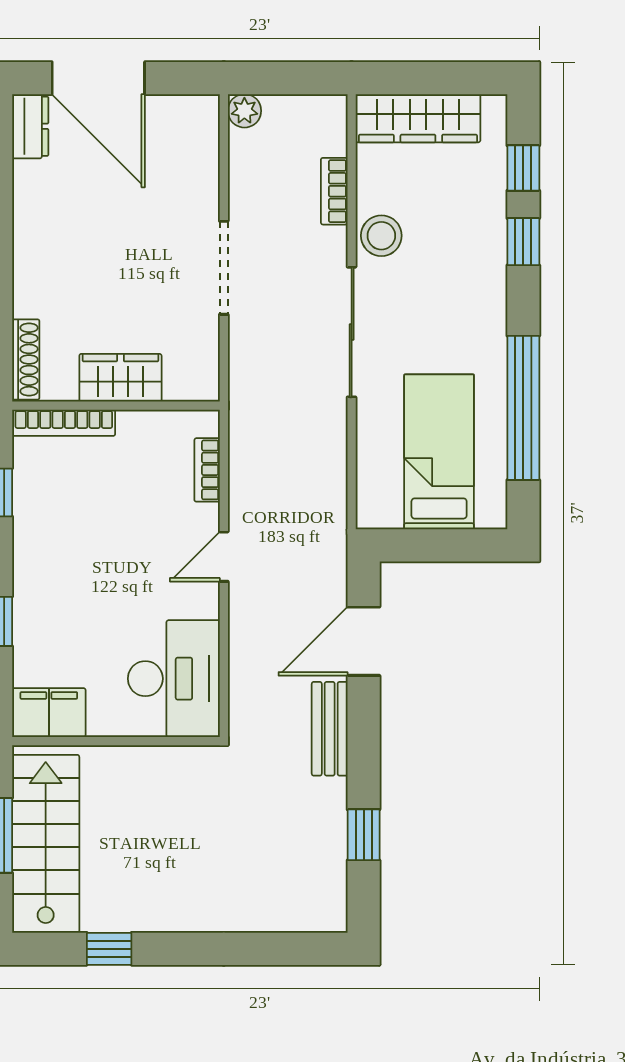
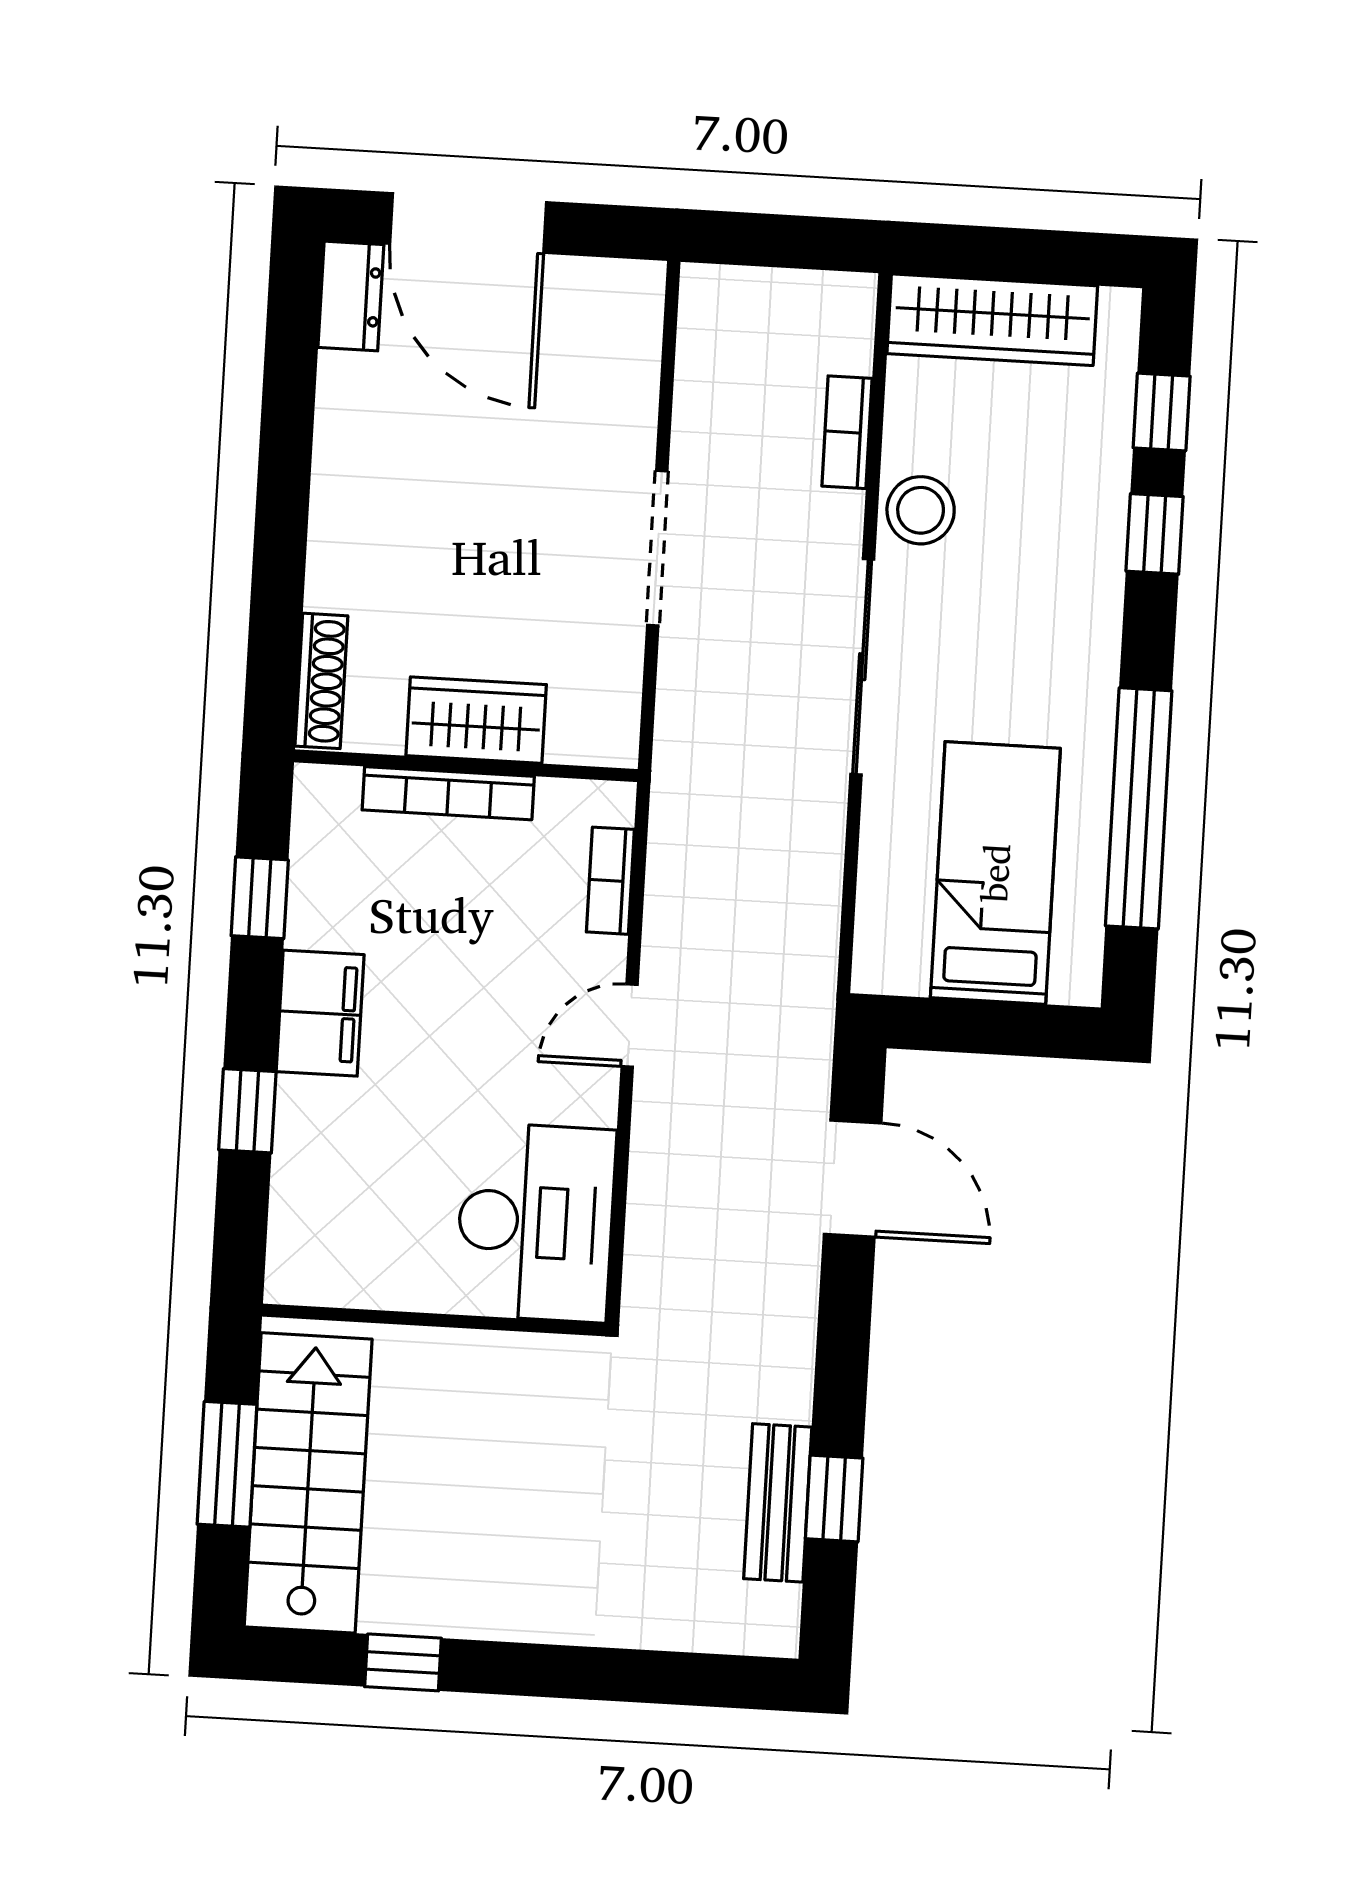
plant: (244, 111) -> (706, 291), removed
bookcase: (64, 423) -> (448, 793), moved
door: (364, 641) -> (853, 1179), swing flipped
filing cabinet: (49, 713) -> (320, 1013), moved, turned 90
bench: (330, 729) -> (778, 1503), moved

